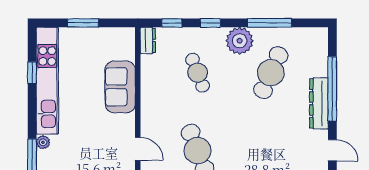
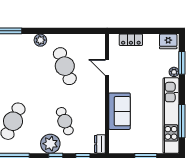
plant: (240, 41) -> (50, 144), moved
window: (32, 73) -> (182, 121), width x2.17

